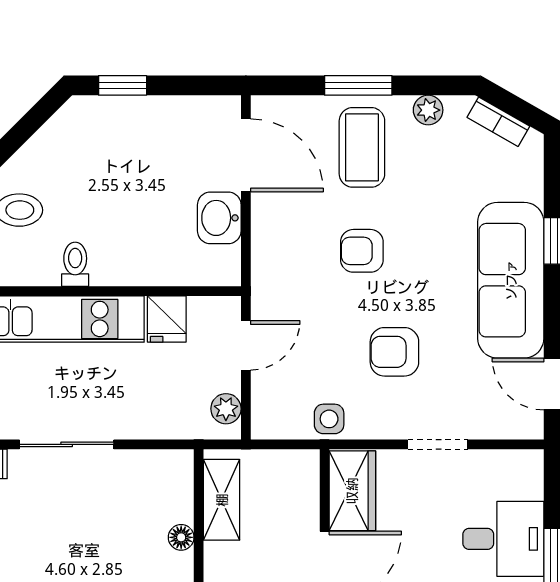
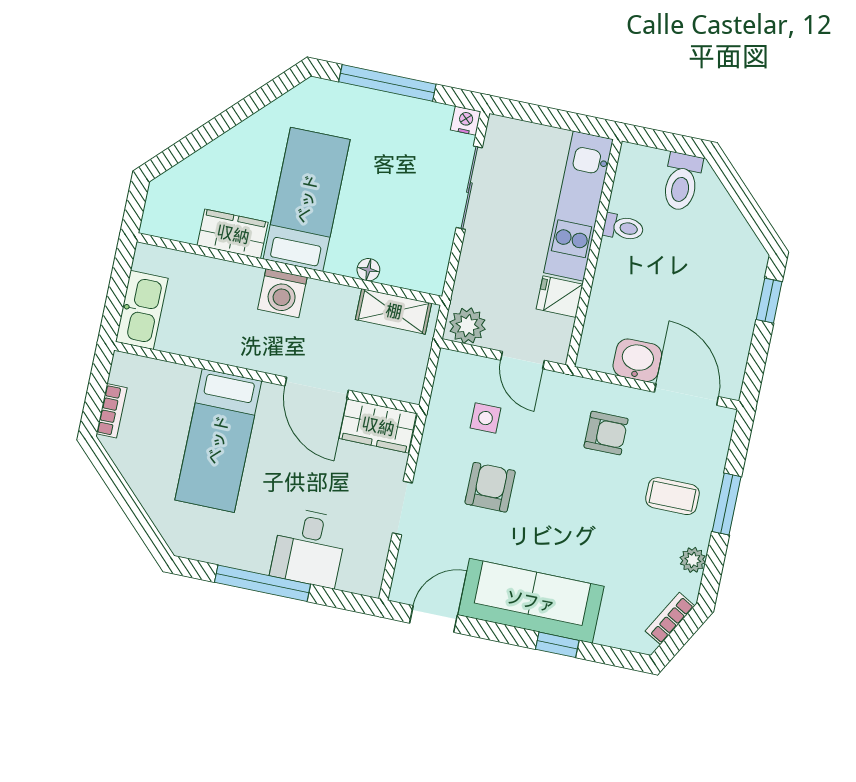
coffee table: (362, 147) -> (672, 496), width x0.73, depth x0.77
door: (246, 155) -> (686, 394), swing flipped
armchair: (362, 251) -> (606, 433), moved, turned 90
plant: (226, 409) -> (467, 326), width x1.38, depth x1.38
side table: (329, 419) -> (486, 418), moved

